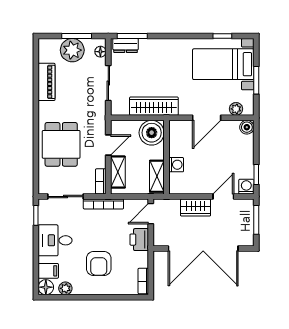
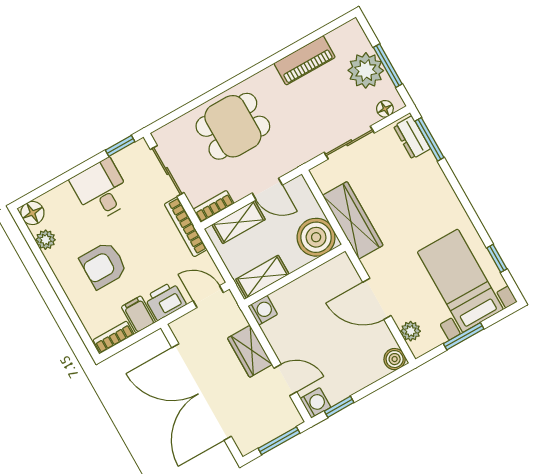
washing machine: (176, 165) -> (263, 310), moved, turned -90
filing cabinet: (48, 271) -> (138, 314), moved, turned 180

